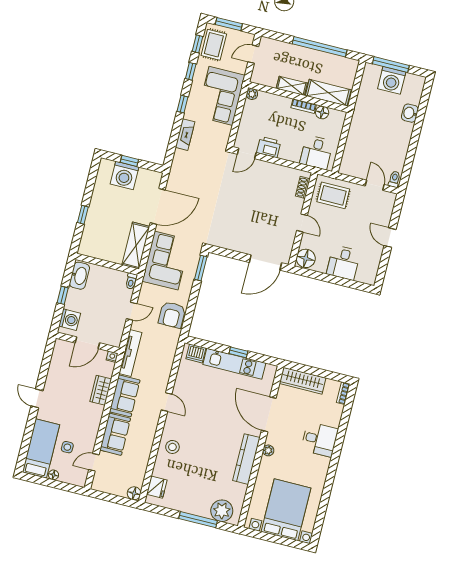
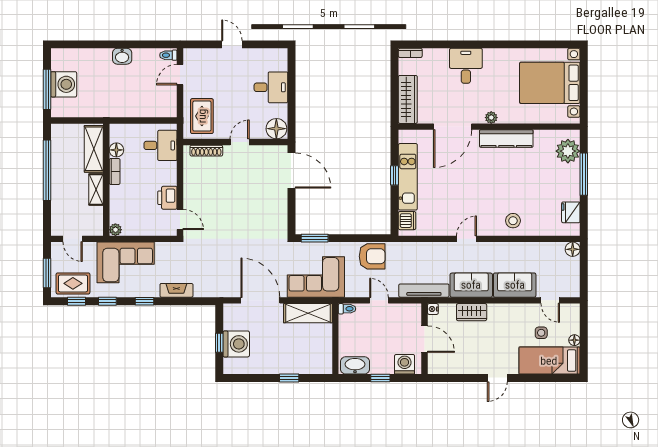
washbasin: (410, 113) -> (122, 56), moved
shoe rack: (303, 187) -> (206, 151), width x1.43
door: (390, 238) -> (232, 44), swing flipped
fridge: (157, 487) -> (571, 212), moved, turned -90

